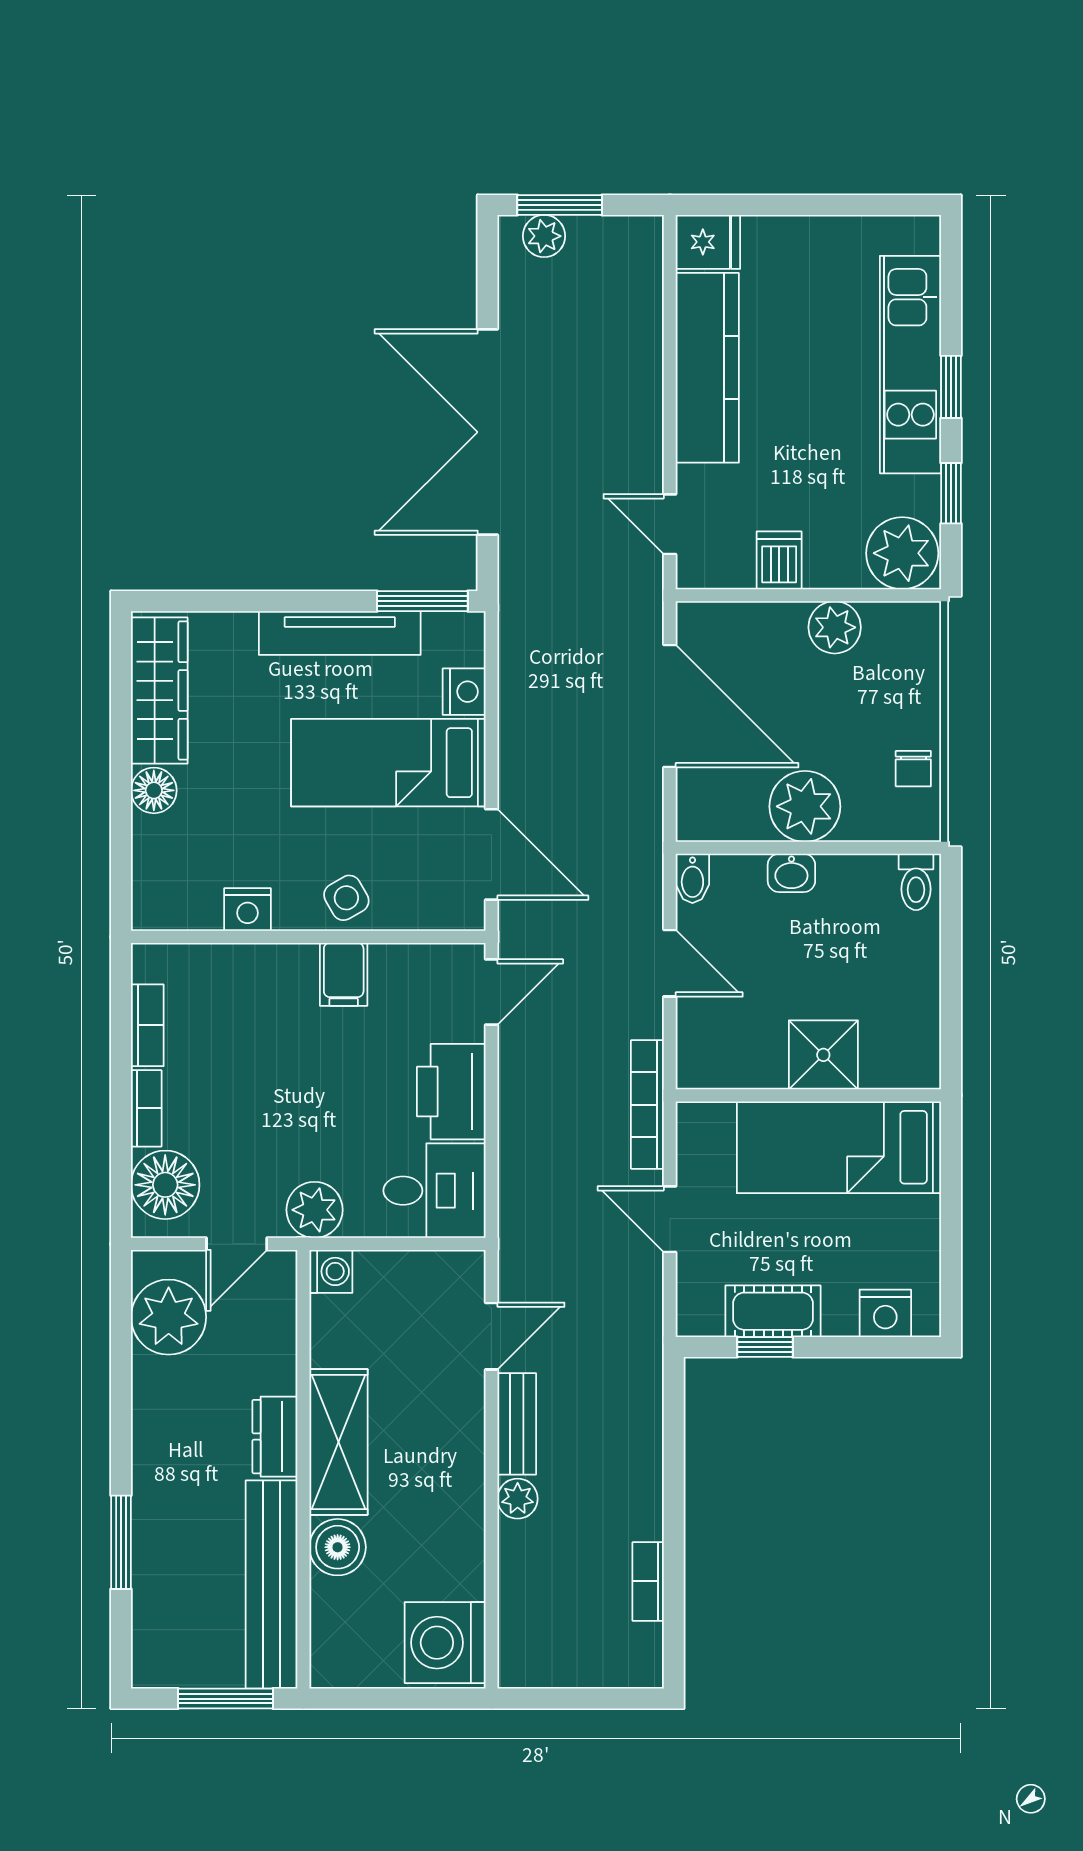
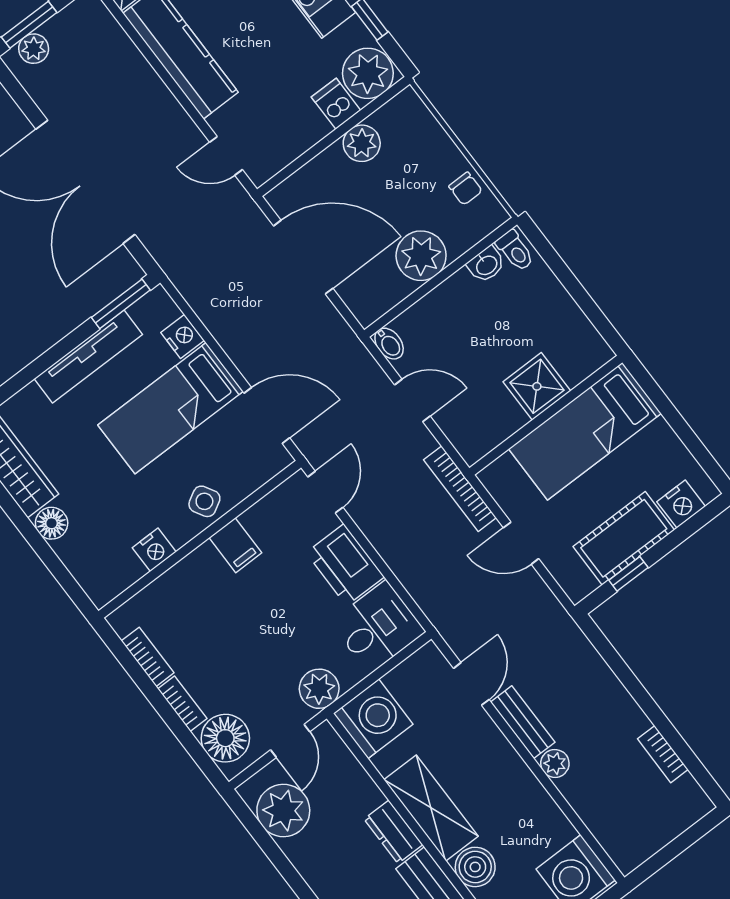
dishwasher: (779, 560) -> (336, 104), moved
washbasin: (791, 873) -> (486, 265), moved
washing machine: (331, 1271) -> (373, 719), width x1.89, depth x1.89
cot: (773, 1311) -> (624, 538), width x1.37, depth x1.34

